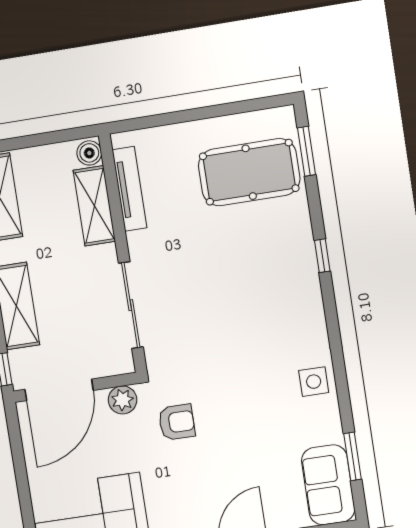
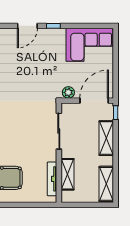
boiler: (89, 153) -> (66, 196), removed
armchair: (177, 422) -> (47, 80), removed

